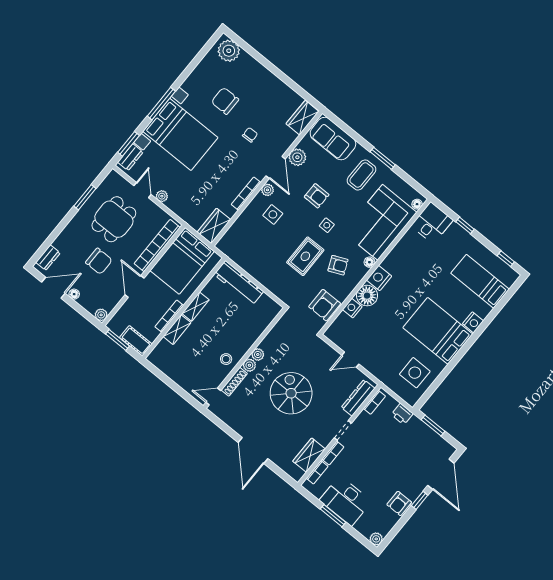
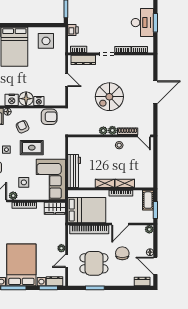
corner sofa: (251, 248) -> (51, 179), added
wardrobe: (309, 455) -> (134, 61), removed

